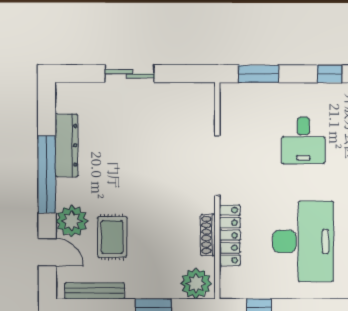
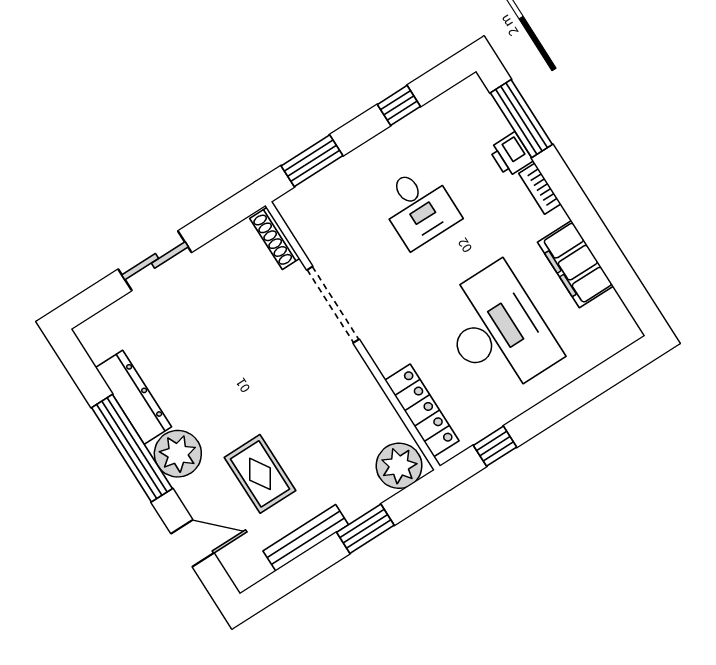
plant: (72, 221) -> (178, 454), moved
shoe rack: (208, 235) -> (275, 238), moved
locker: (230, 235) -> (422, 410), moved
bench: (95, 291) -> (306, 538), moved

